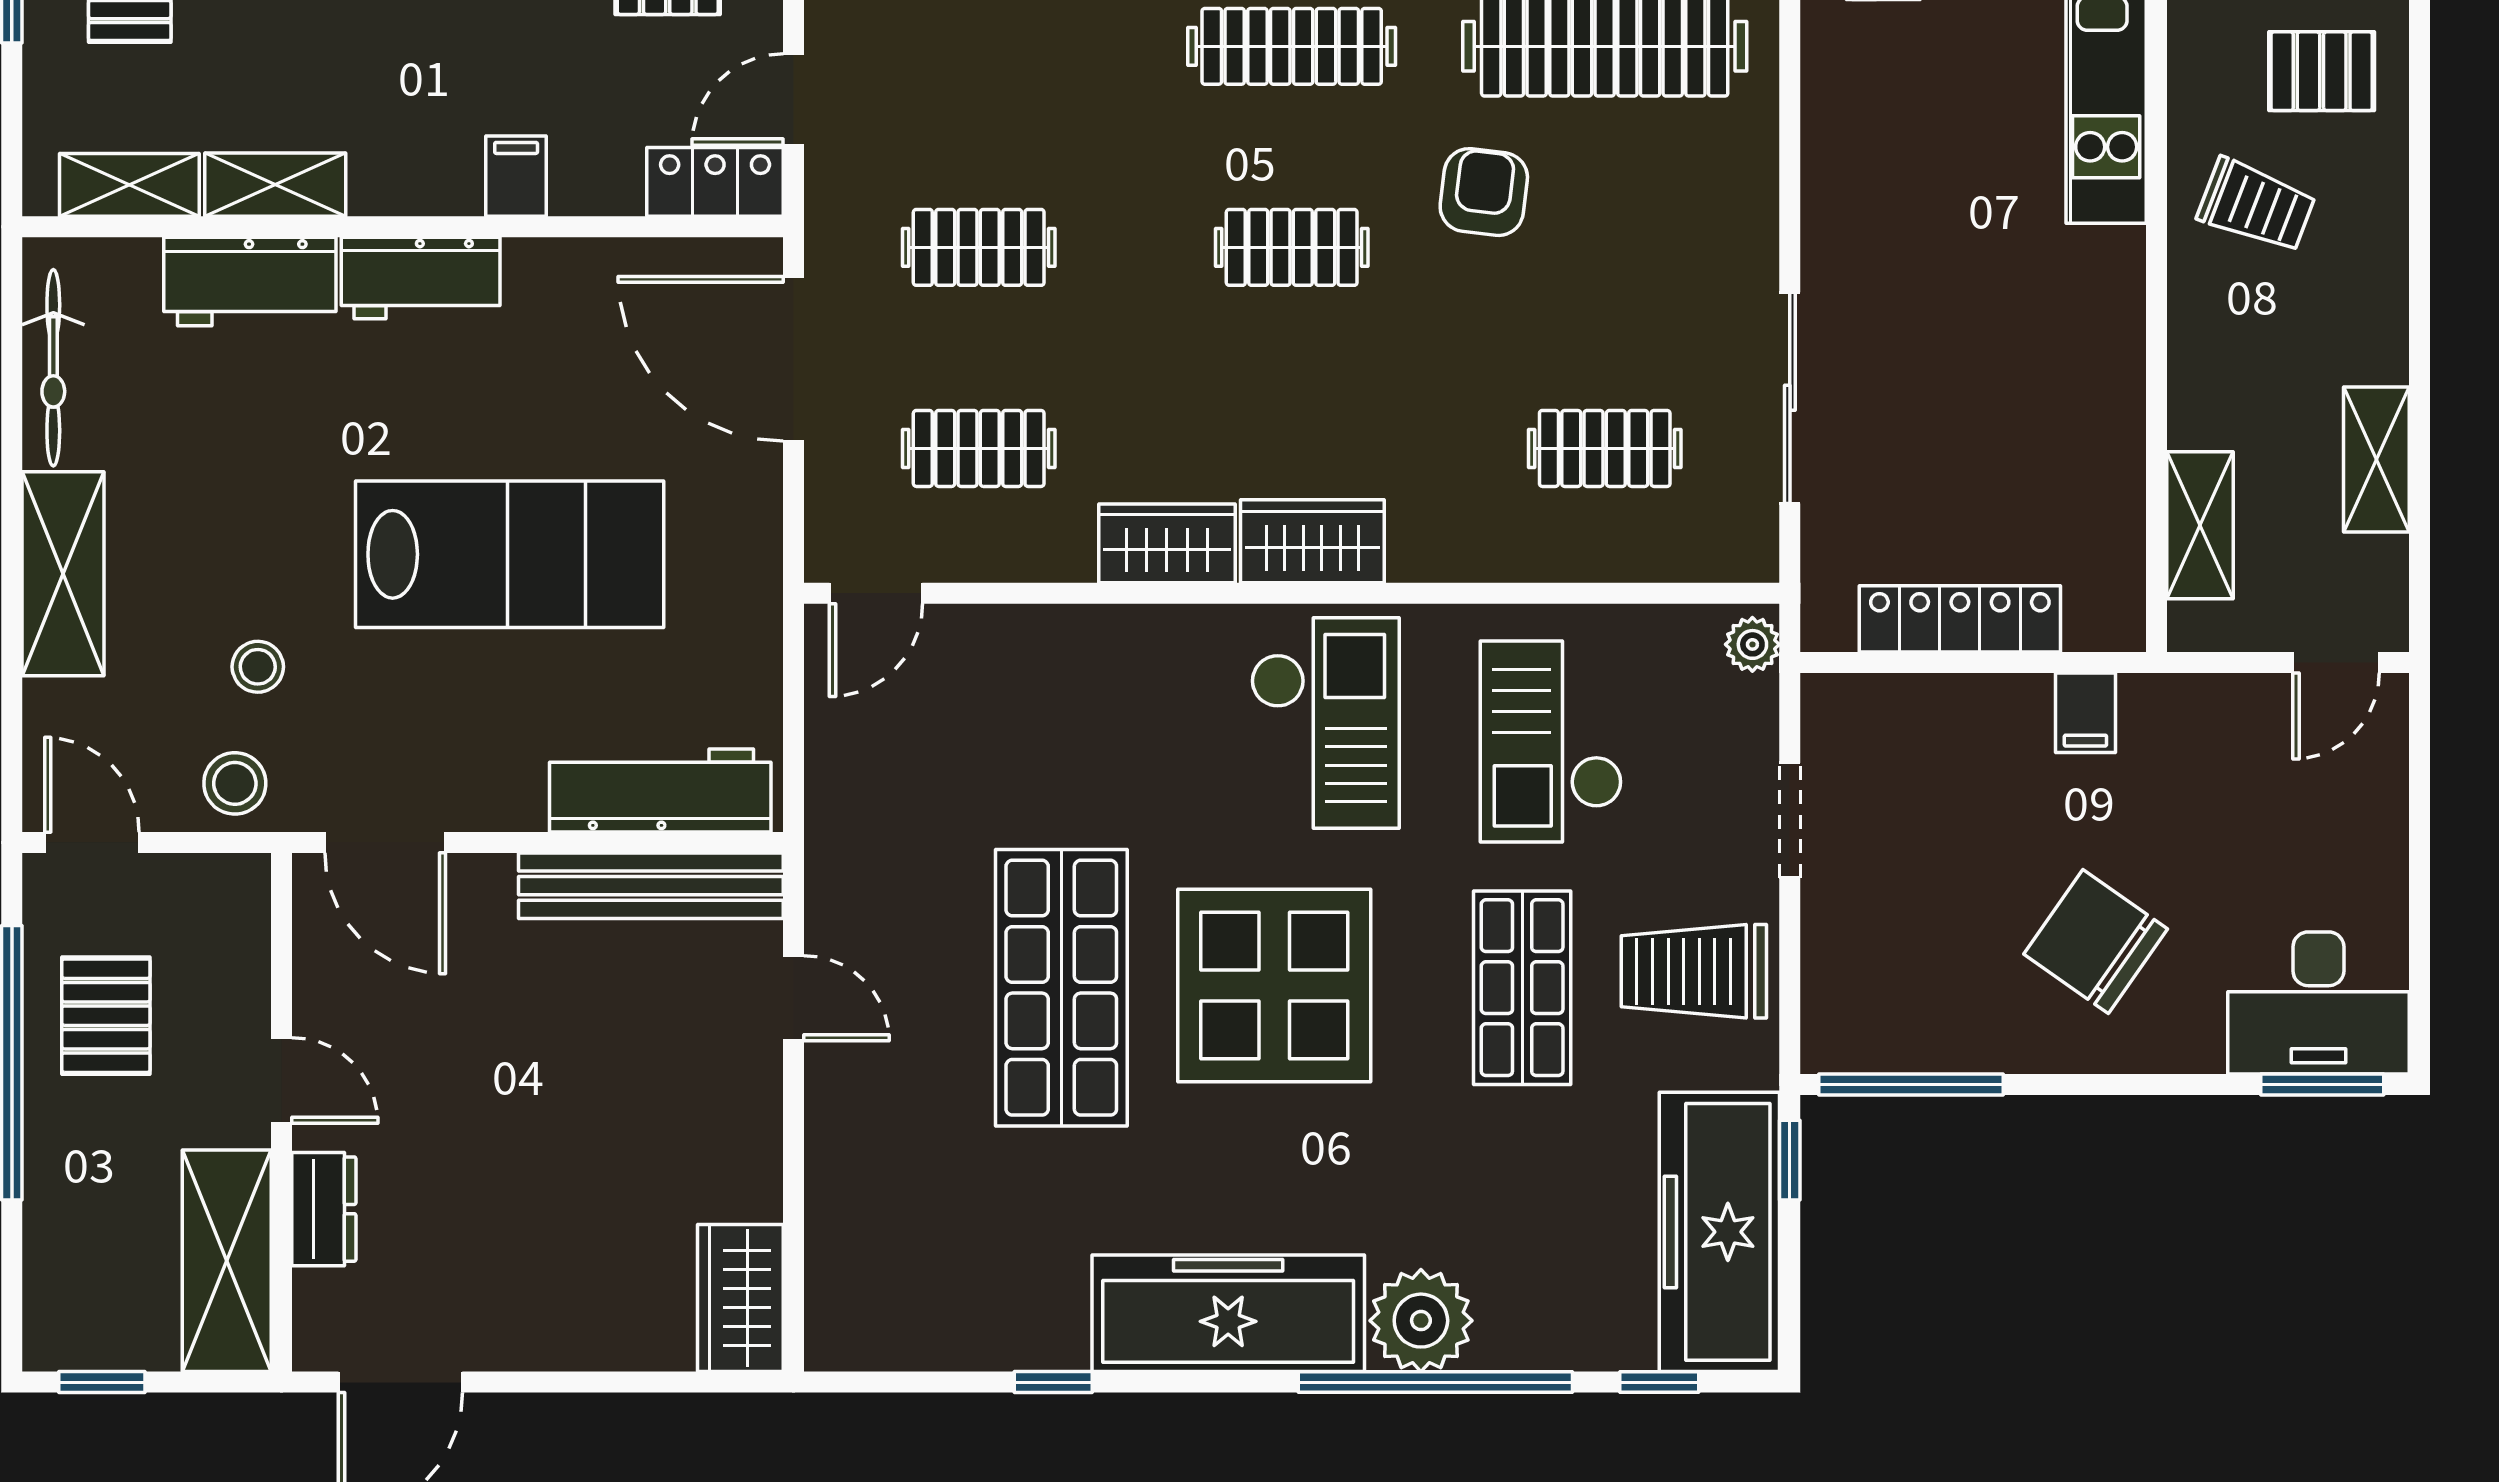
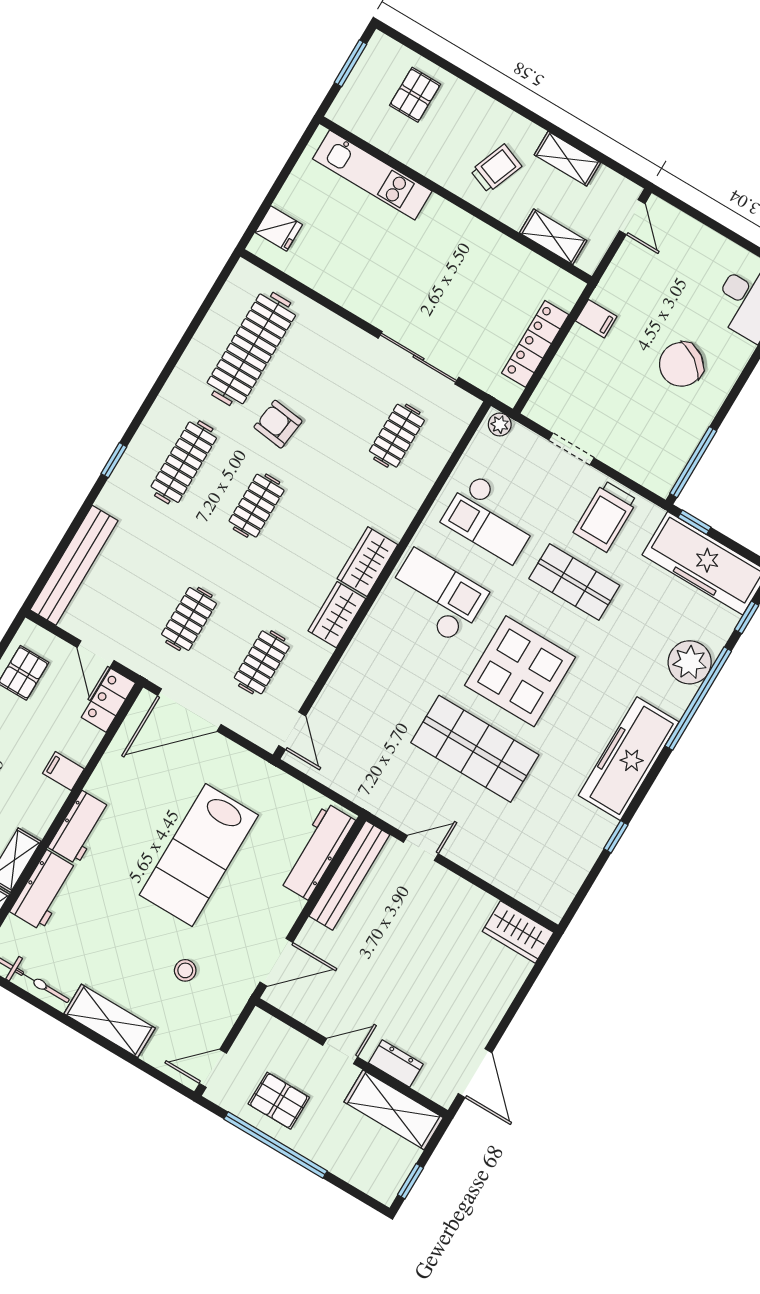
trolley: (2256, 205) -> (496, 168), moved
lab bench: (510, 554) -> (199, 855), turned 180
stool: (235, 783) -> (223, 1004), removed
plant: (1421, 1321) -> (690, 662), moved

